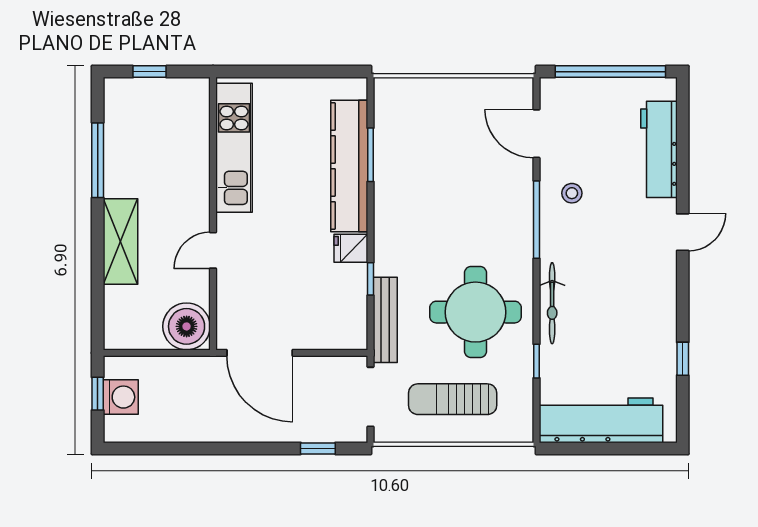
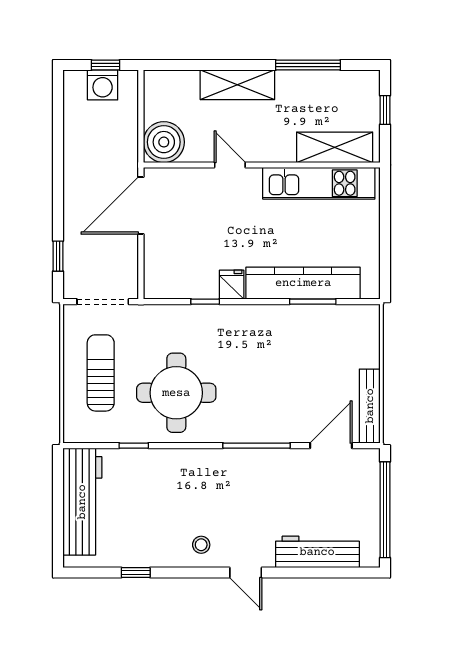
shelving: (193, 130) -> (335, 147), added
stool: (572, 193) -> (201, 545), moved
bicycle: (552, 303) -> (184, 459), removed
bench: (385, 320) -> (370, 406), moved, turned 90

